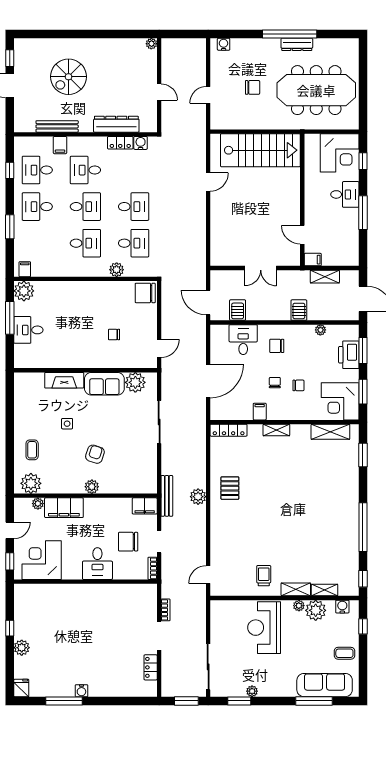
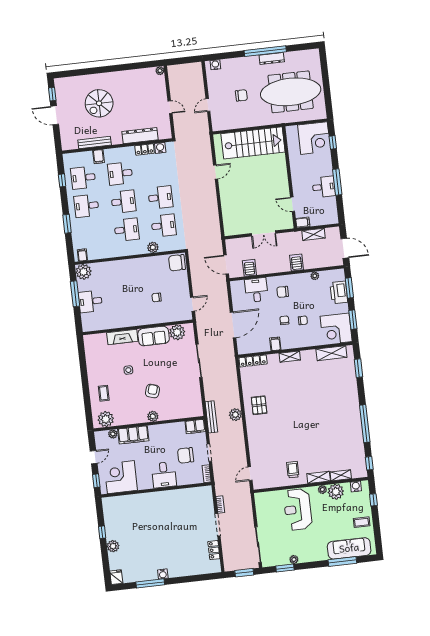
desk: (345, 194) -> (324, 187), moved

